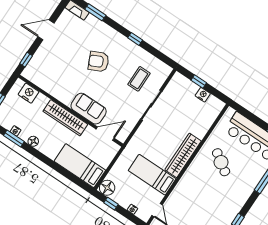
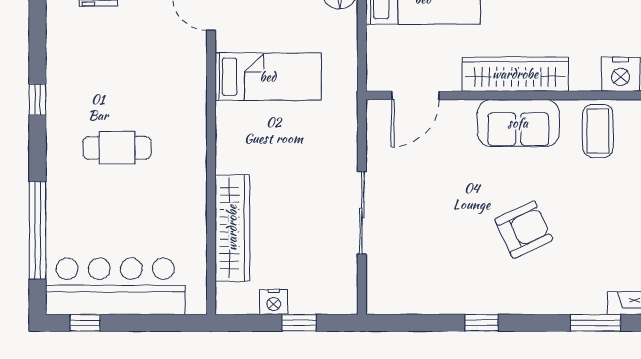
coffee table: (139, 79) -> (598, 131), moved
sofa: (89, 109) -> (518, 123), moved
wardrobe: (183, 155) -> (232, 228), moved
cafe table: (221, 162) -> (117, 148), moved, turned -34

